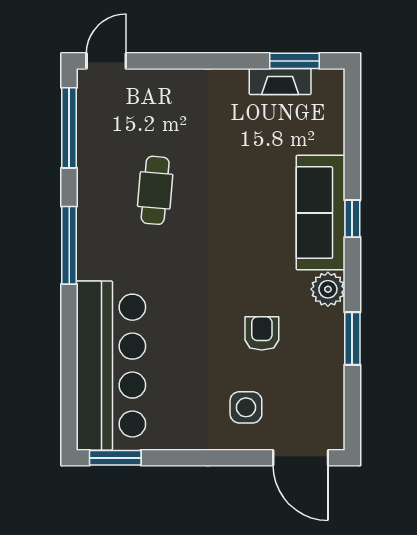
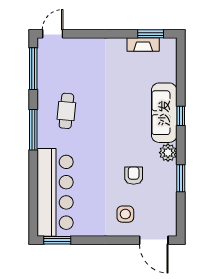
cafe table: (155, 190) -> (66, 111), moved

